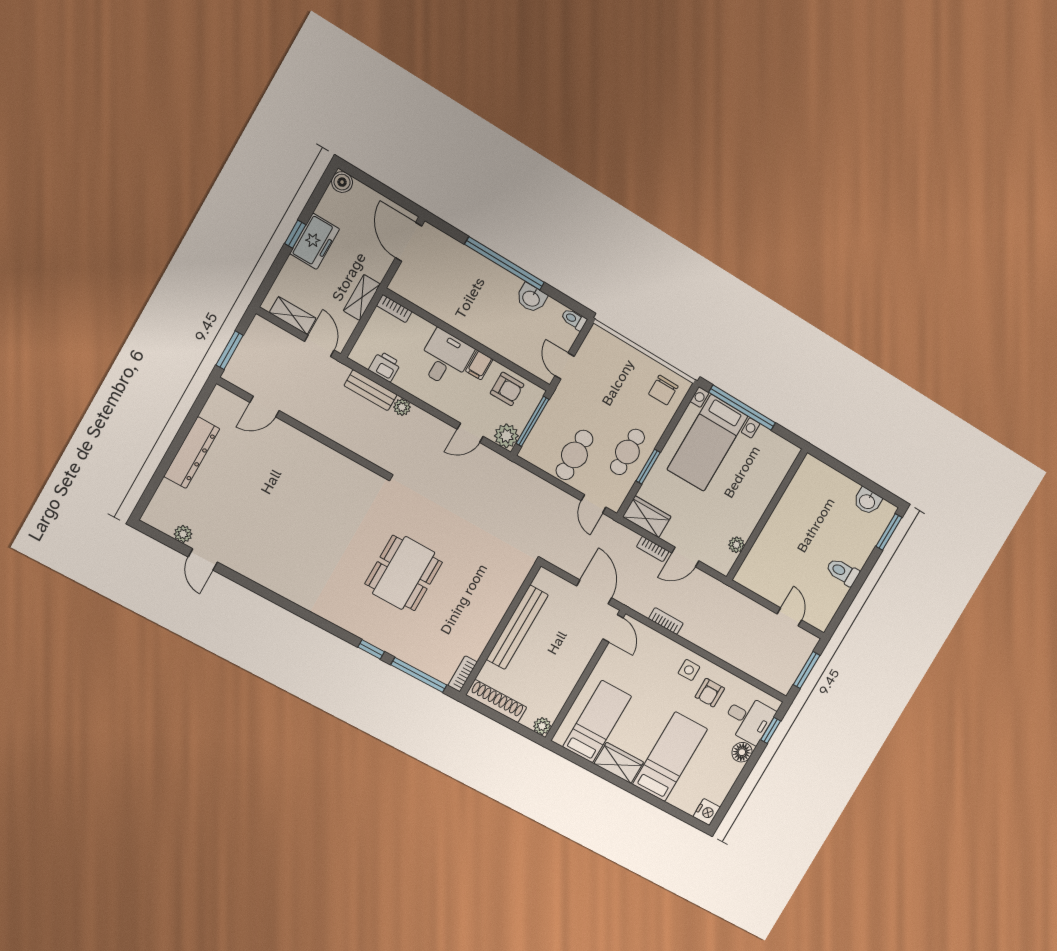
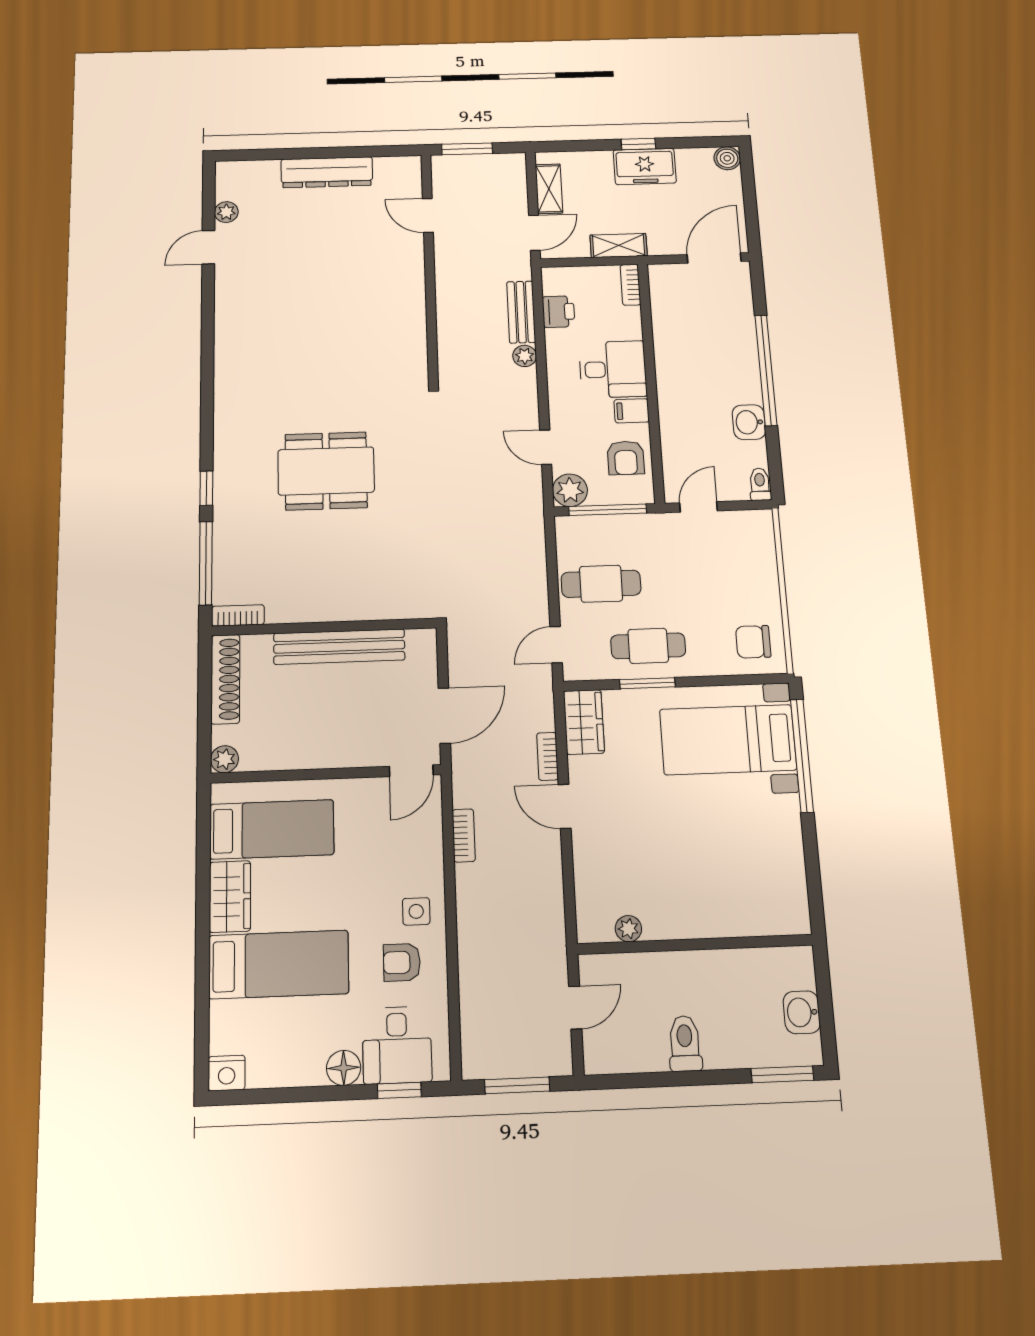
wall: (767, 515) -> (695, 944), moved
plant: (736, 545) -> (628, 929), moved

